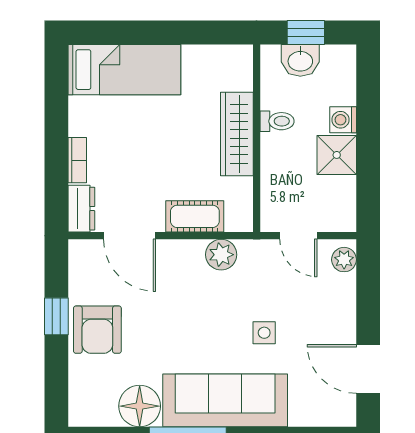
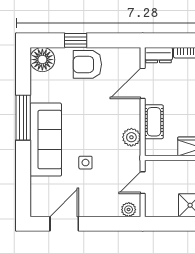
window: (56, 316) -> (76, 40), moved
floor lamp: (140, 406) -> (42, 60), moved

